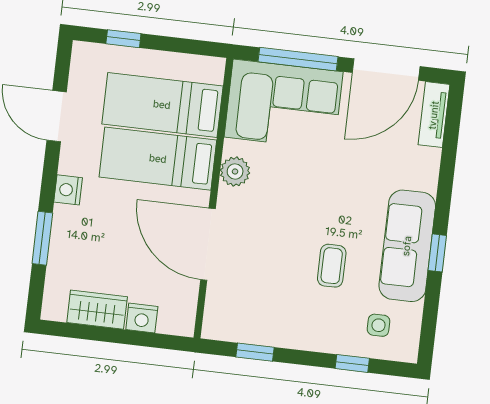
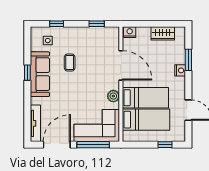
tv unit: (434, 115) -> (35, 123), width x1.41
nightstand: (68, 190) -> (180, 70), moved
nightstand: (142, 318) -> (130, 32), moved

